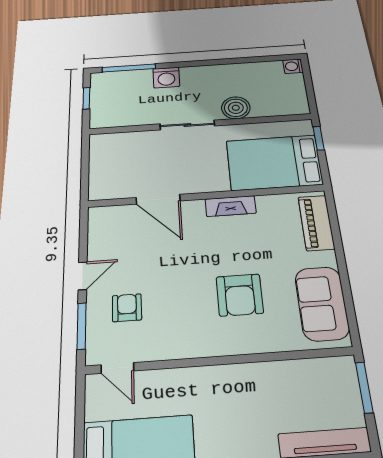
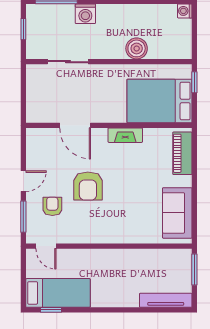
sliding door: (187, 125) -> (68, 62), moved
armchair: (240, 295) -> (88, 186), moved

